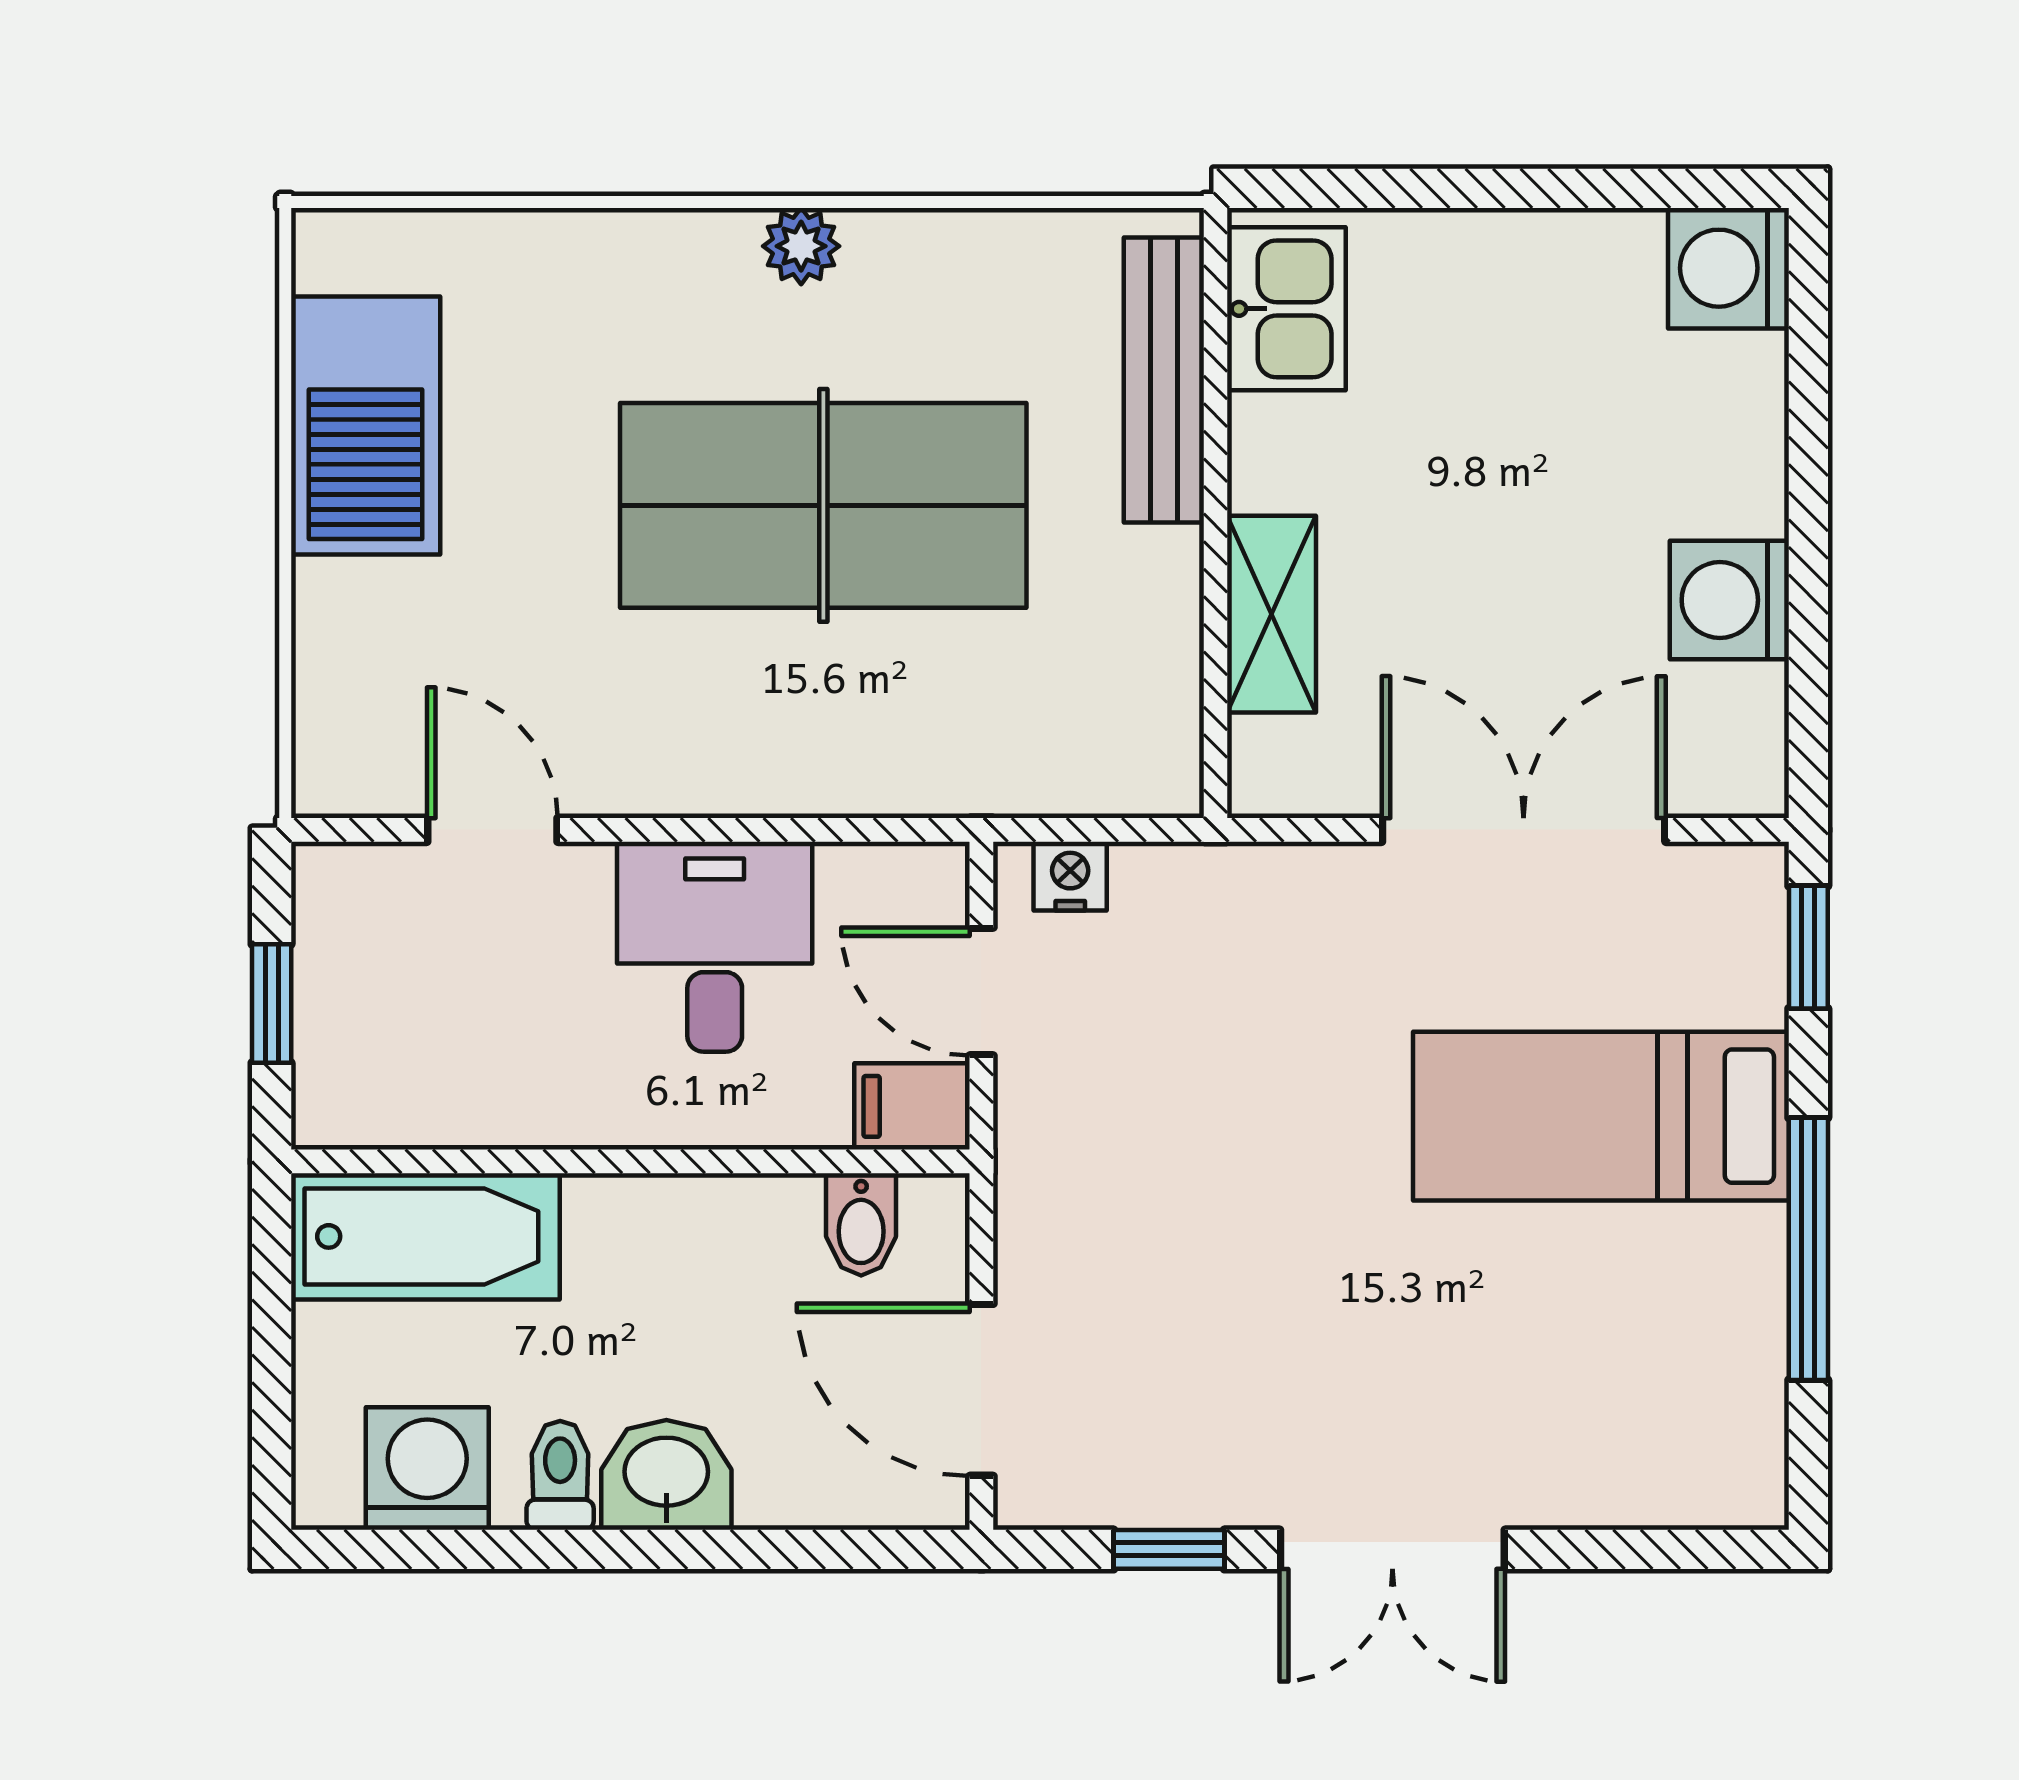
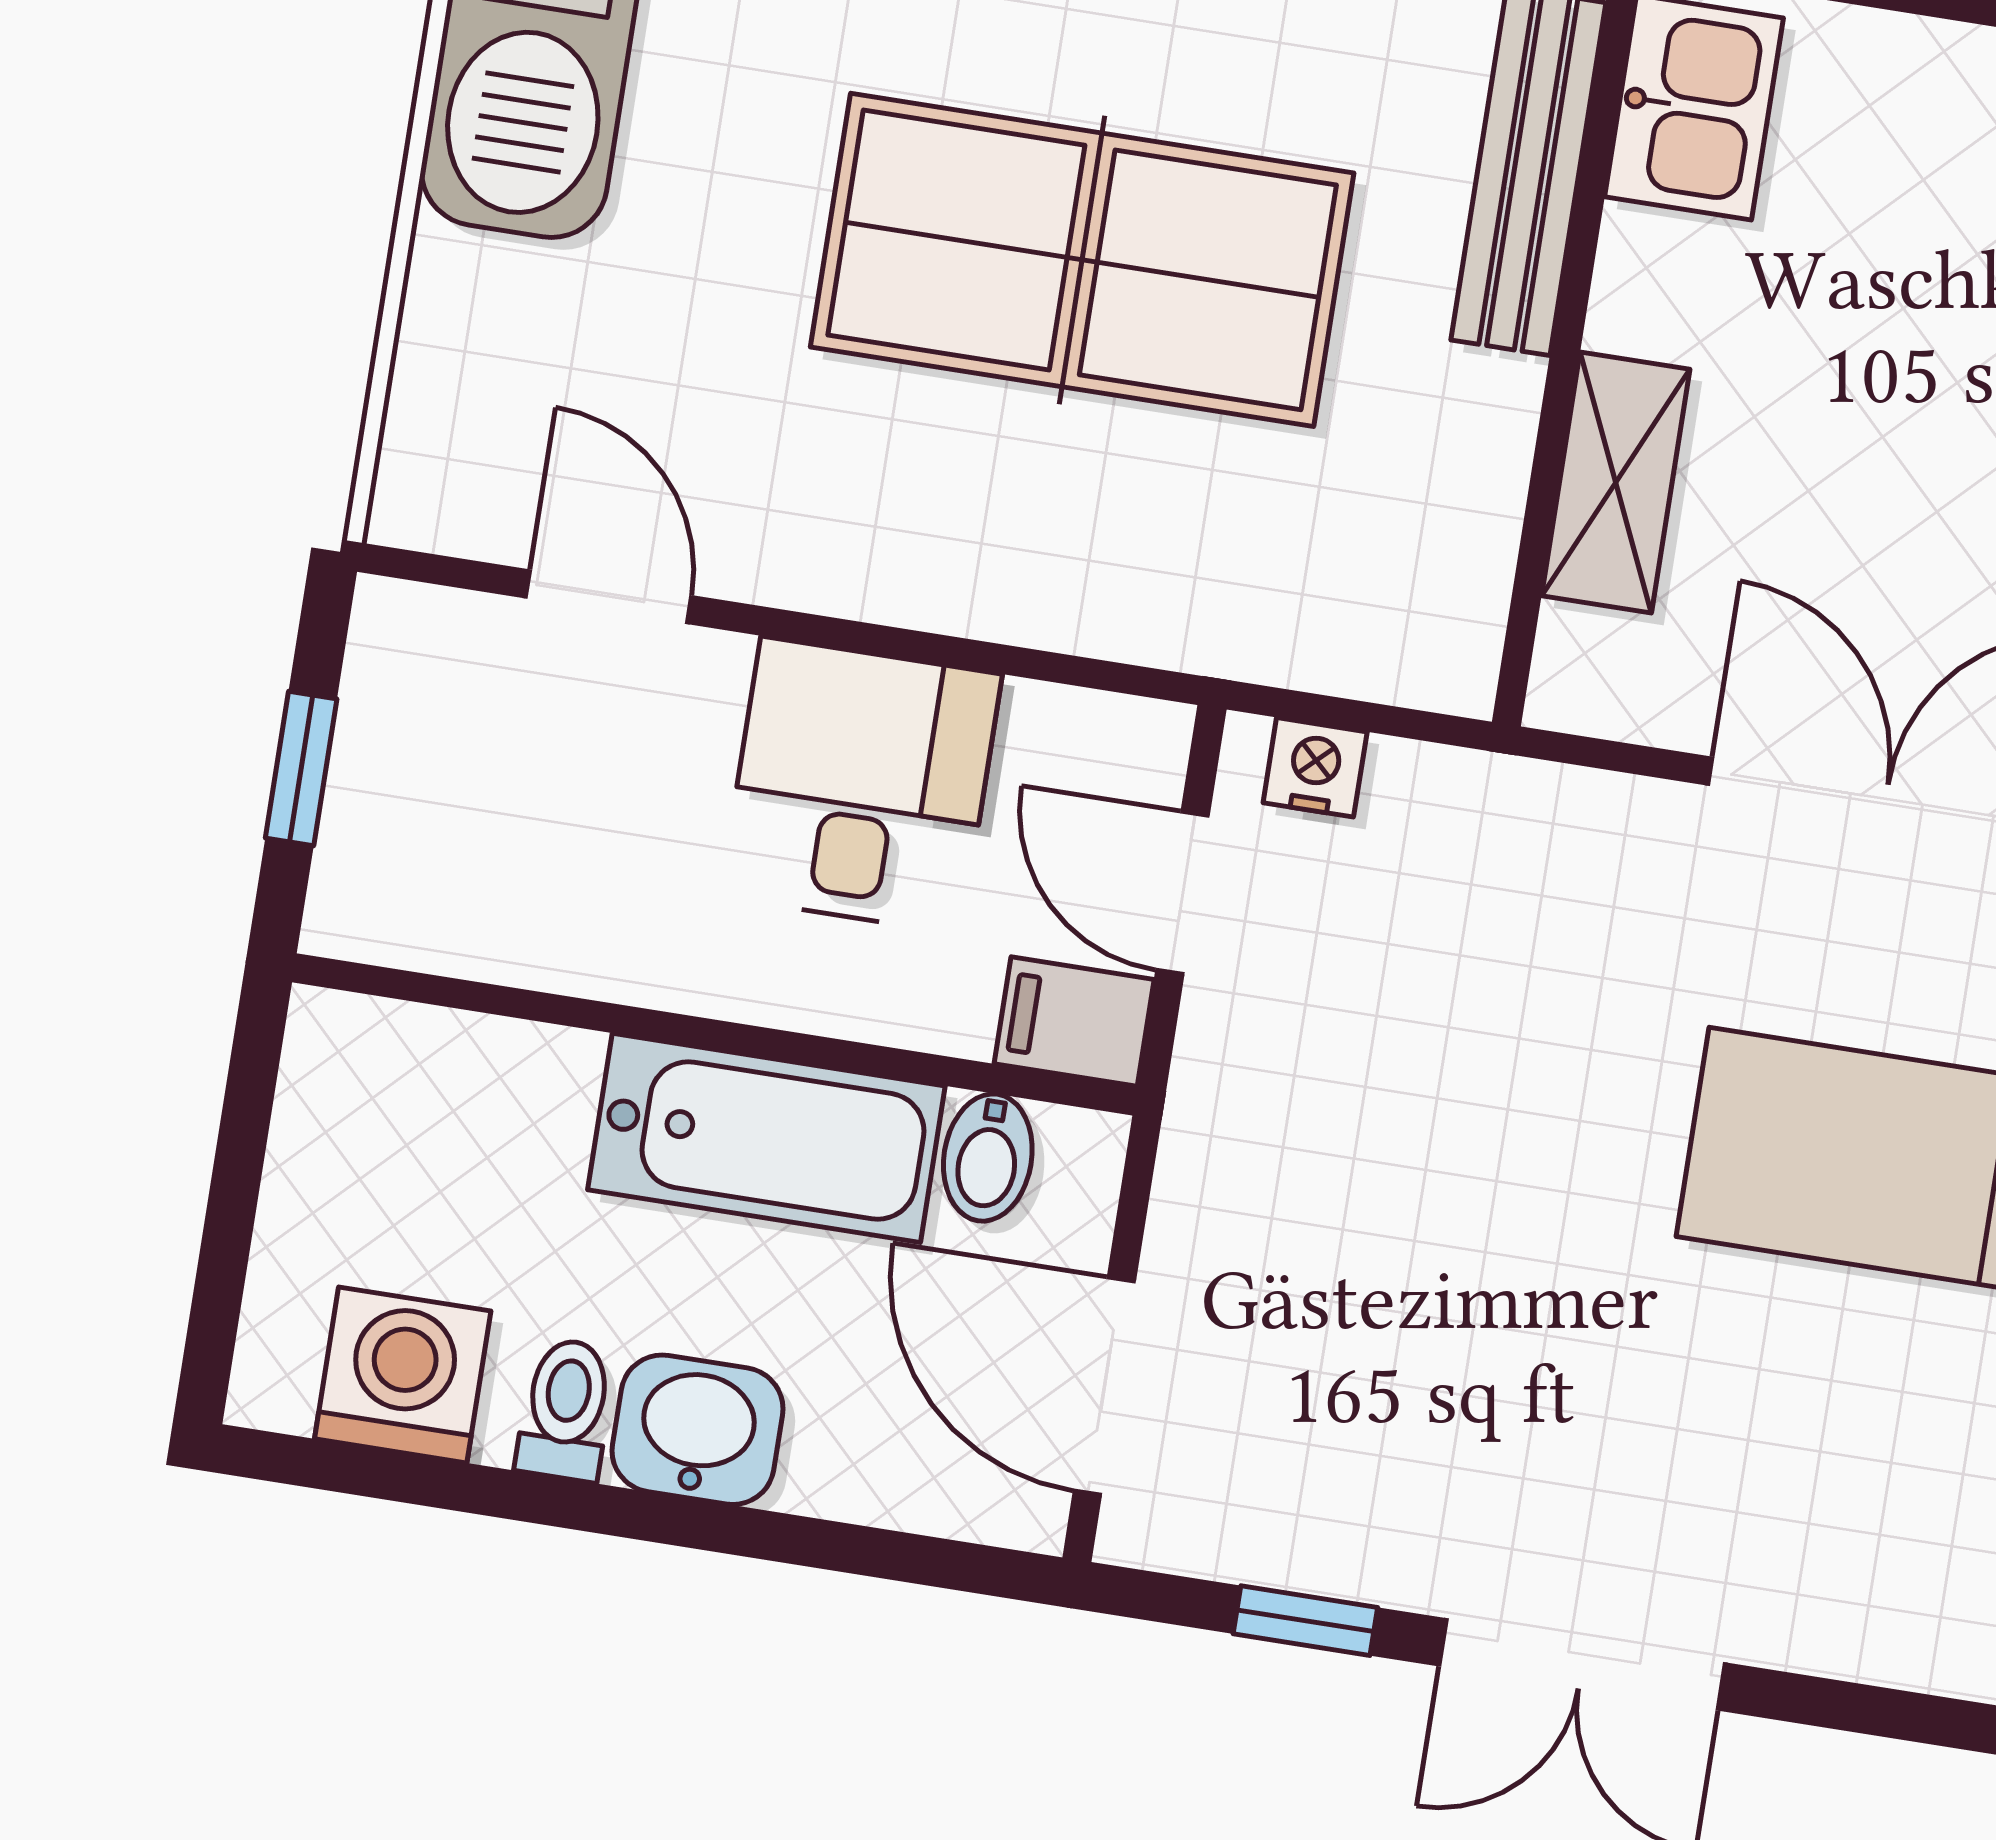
bathtub: (425, 1236) -> (766, 1138), moved

